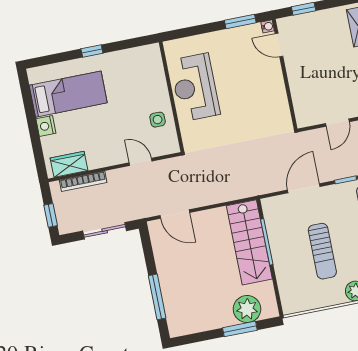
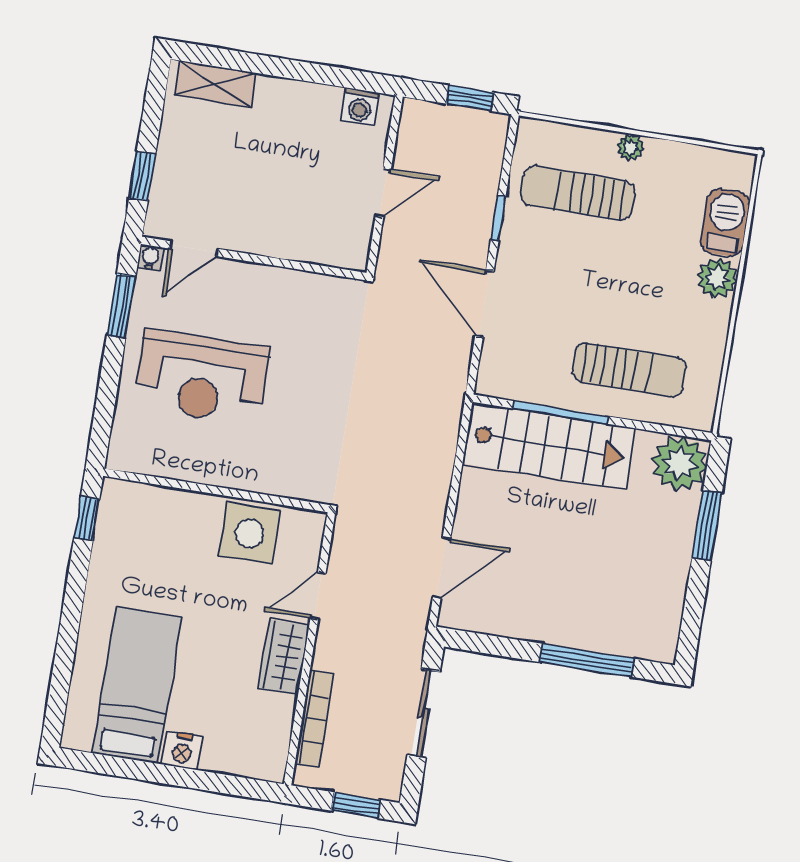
window: (92, 51) -> (87, 518), moved
reception desk: (195, 87) -> (201, 377), moved
side table: (158, 120) -> (249, 533), width x1.87, depth x1.87
door: (337, 123) -> (383, 193), hinge flipped
wardrobe: (69, 164) -> (284, 657), moved
sun lounger: (322, 251) -> (629, 370), moved
plant: (247, 309) -> (680, 463), moved

